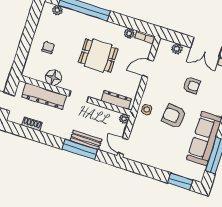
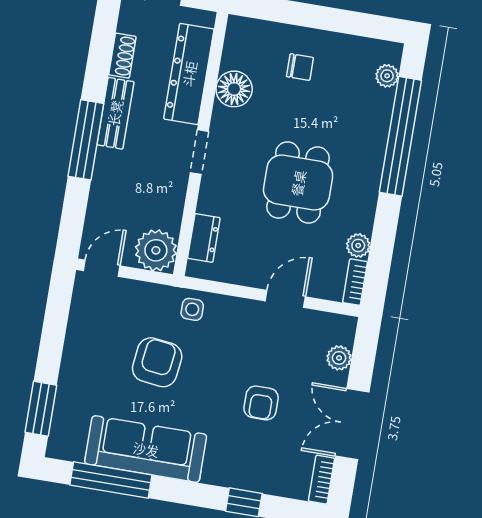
door: (148, 68) -> (285, 299), hinge flipped
dresser: (116, 100) -> (204, 238), width x0.70
armchair: (174, 116) -> (157, 362), moved
plant: (124, 119) -> (156, 250), width x1.88, depth x1.88
bench: (86, 140) -> (115, 113), moved
window: (80, 149) -> (86, 140), moved

